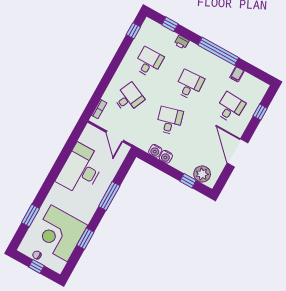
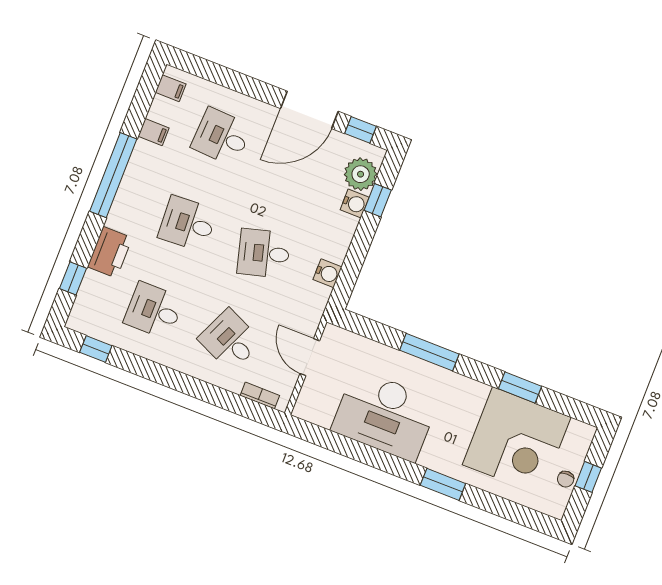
printer: (182, 42) -> (110, 252), width x1.87, depth x1.48
filing cabinet: (258, 86) -> (171, 88), added
window: (260, 112) -> (360, 130), moved
door: (115, 136) -> (310, 357), swing flipped
water cooler: (166, 157) -> (355, 204), moved
window: (31, 216) -> (443, 484), moved

